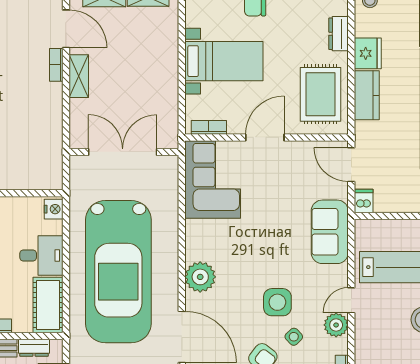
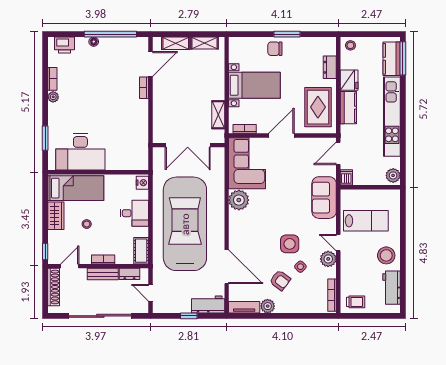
door: (66, 29) -> (150, 64), hinge flipped
shelving: (79, 76) -> (218, 115), moved
double door: (123, 152) -> (188, 145), swing flipped
door: (351, 165) -> (338, 153), hinge flipped
car: (118, 272) -> (185, 224), turned 180
plant: (200, 277) -> (239, 200), moved
door: (351, 300) -> (338, 243), hinge flipped
cot: (48, 305) -> (141, 251), width x0.73, depth x0.75

